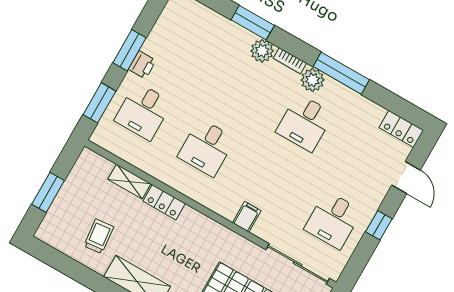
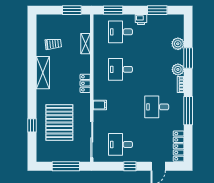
window: (130, 50) -> (157, 10), moved
plant: (313, 80) -> (178, 44), moved
locker: (401, 129) -> (179, 146), width x1.53
window: (48, 192) -> (72, 10), moved
locker: (164, 202) -> (85, 83), moved

